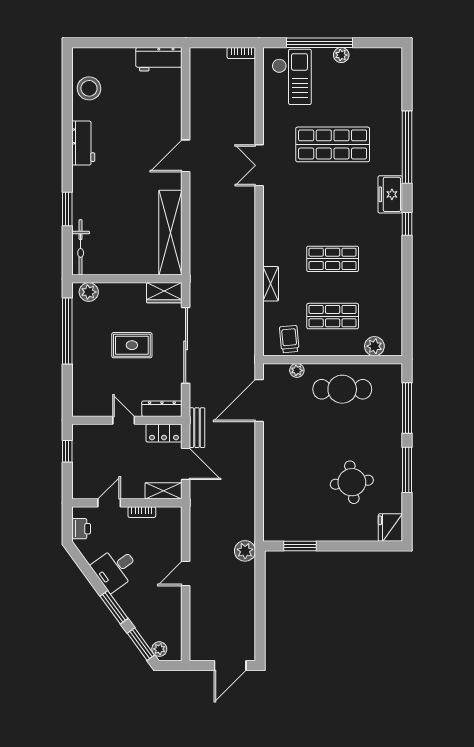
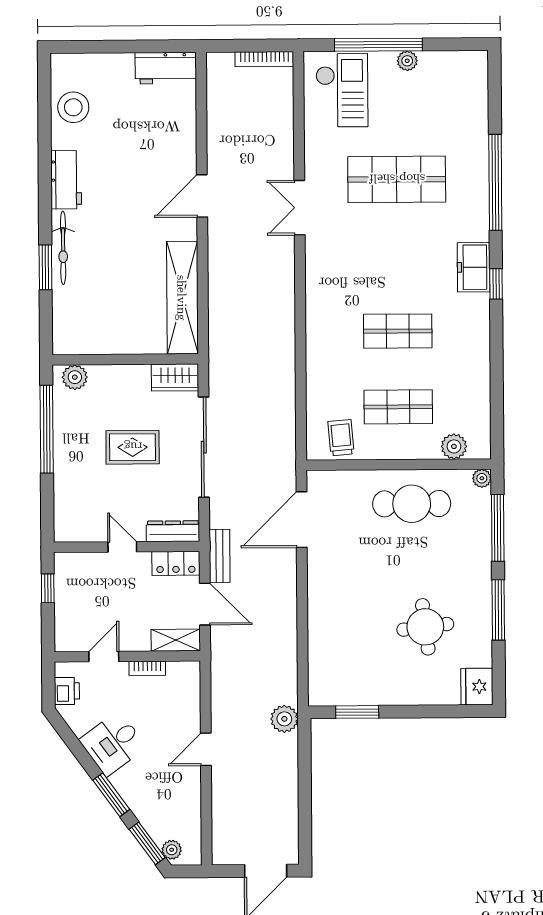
bookcase: (241, 53) -> (264, 59), width x1.56
freezer: (390, 194) -> (474, 267), moved
bicycle: (81, 247) -> (63, 248), moved
shelving: (271, 284) -> (316, 365), removed
plant: (297, 370) -> (482, 478), moved

